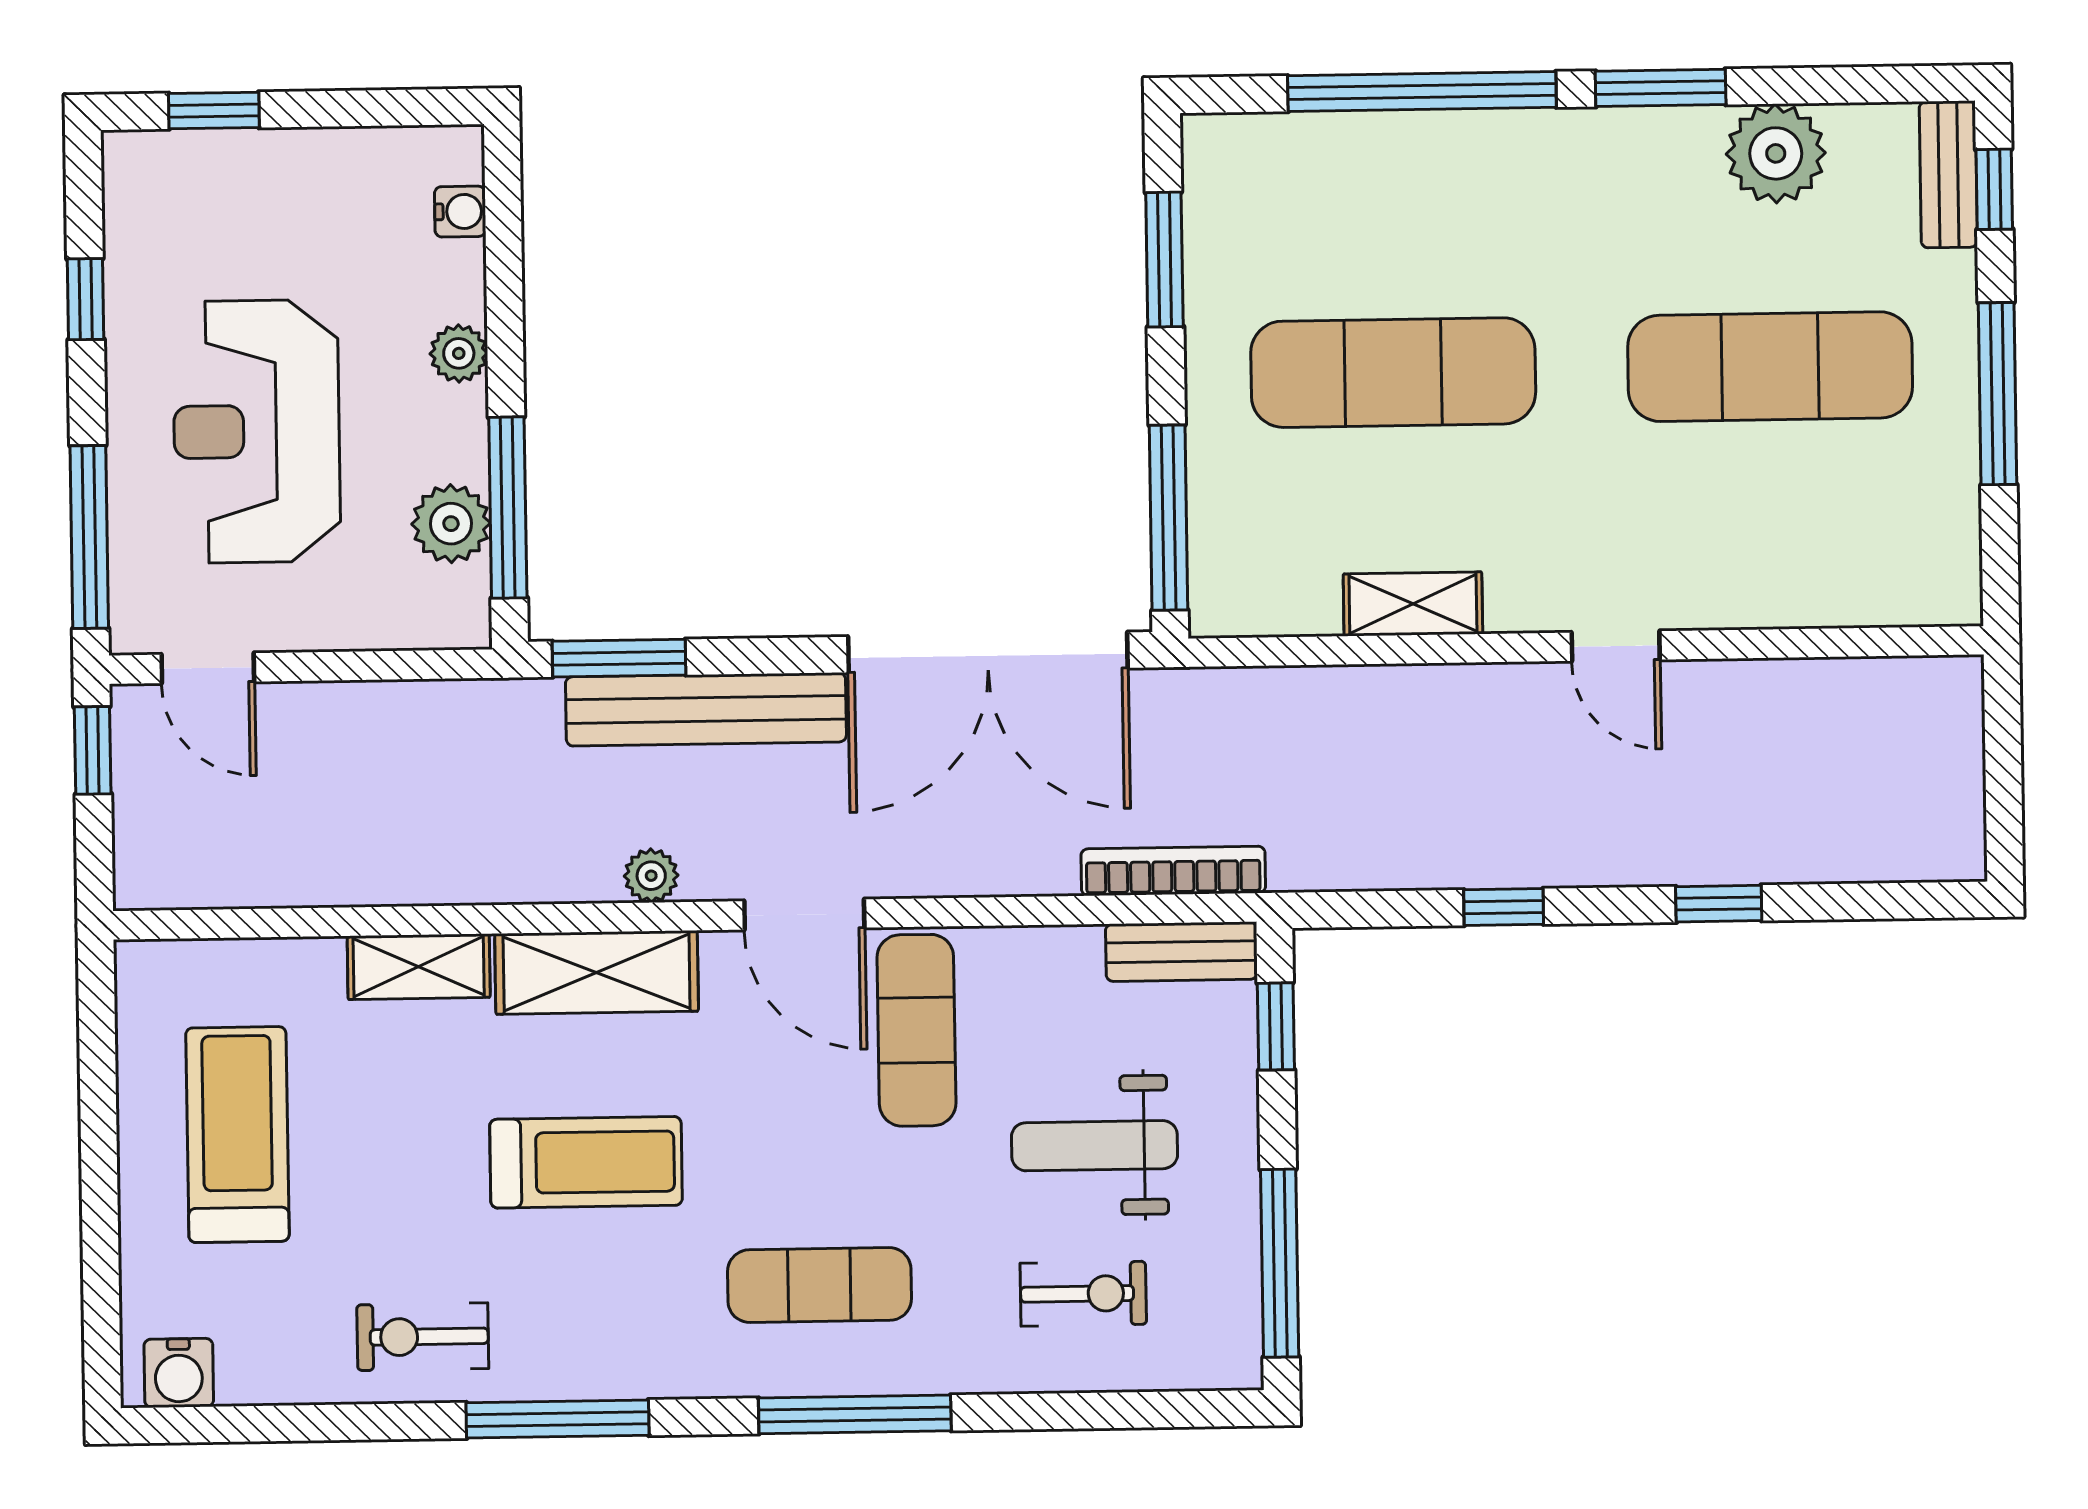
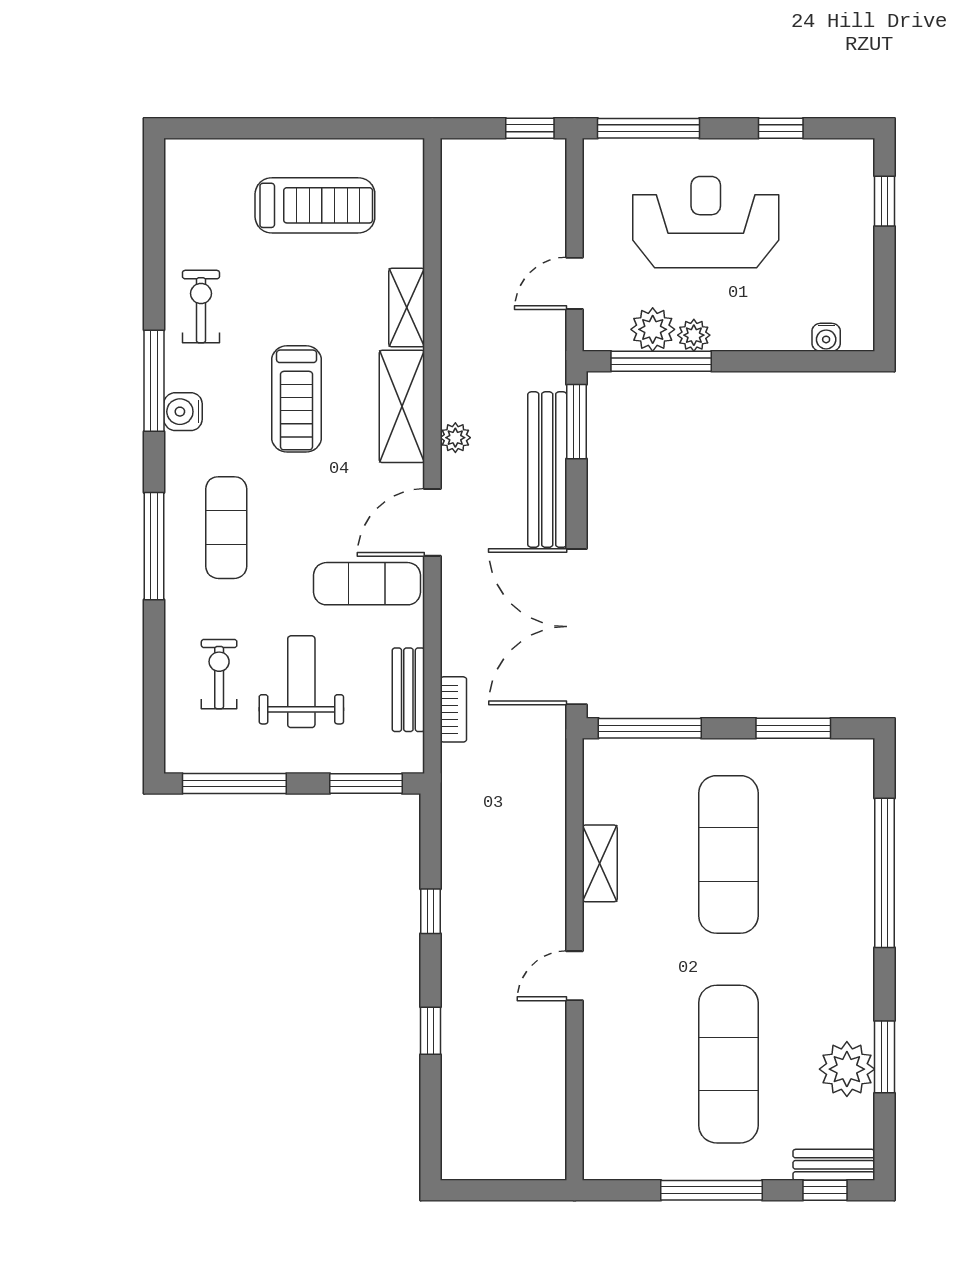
window: (1661, 88) -> (884, 1057), moved
plant: (459, 353) -> (694, 335), moved
door: (208, 668) -> (574, 283), moved
bookcase: (1173, 871) -> (453, 709), width x0.64
bench: (1181, 952) -> (408, 690), moved
window: (1276, 1026) -> (366, 784), width x1.50
exercise bike: (1083, 1294) -> (219, 674), turned 180
water cooler: (179, 1373) -> (183, 412), moved

